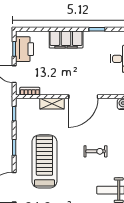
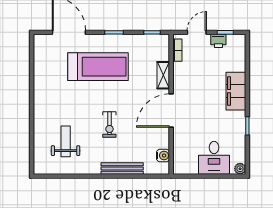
printer: (25, 49) -> (218, 41), width x0.53, depth x0.68
door: (83, 97) -> (171, 111), hinge flipped

